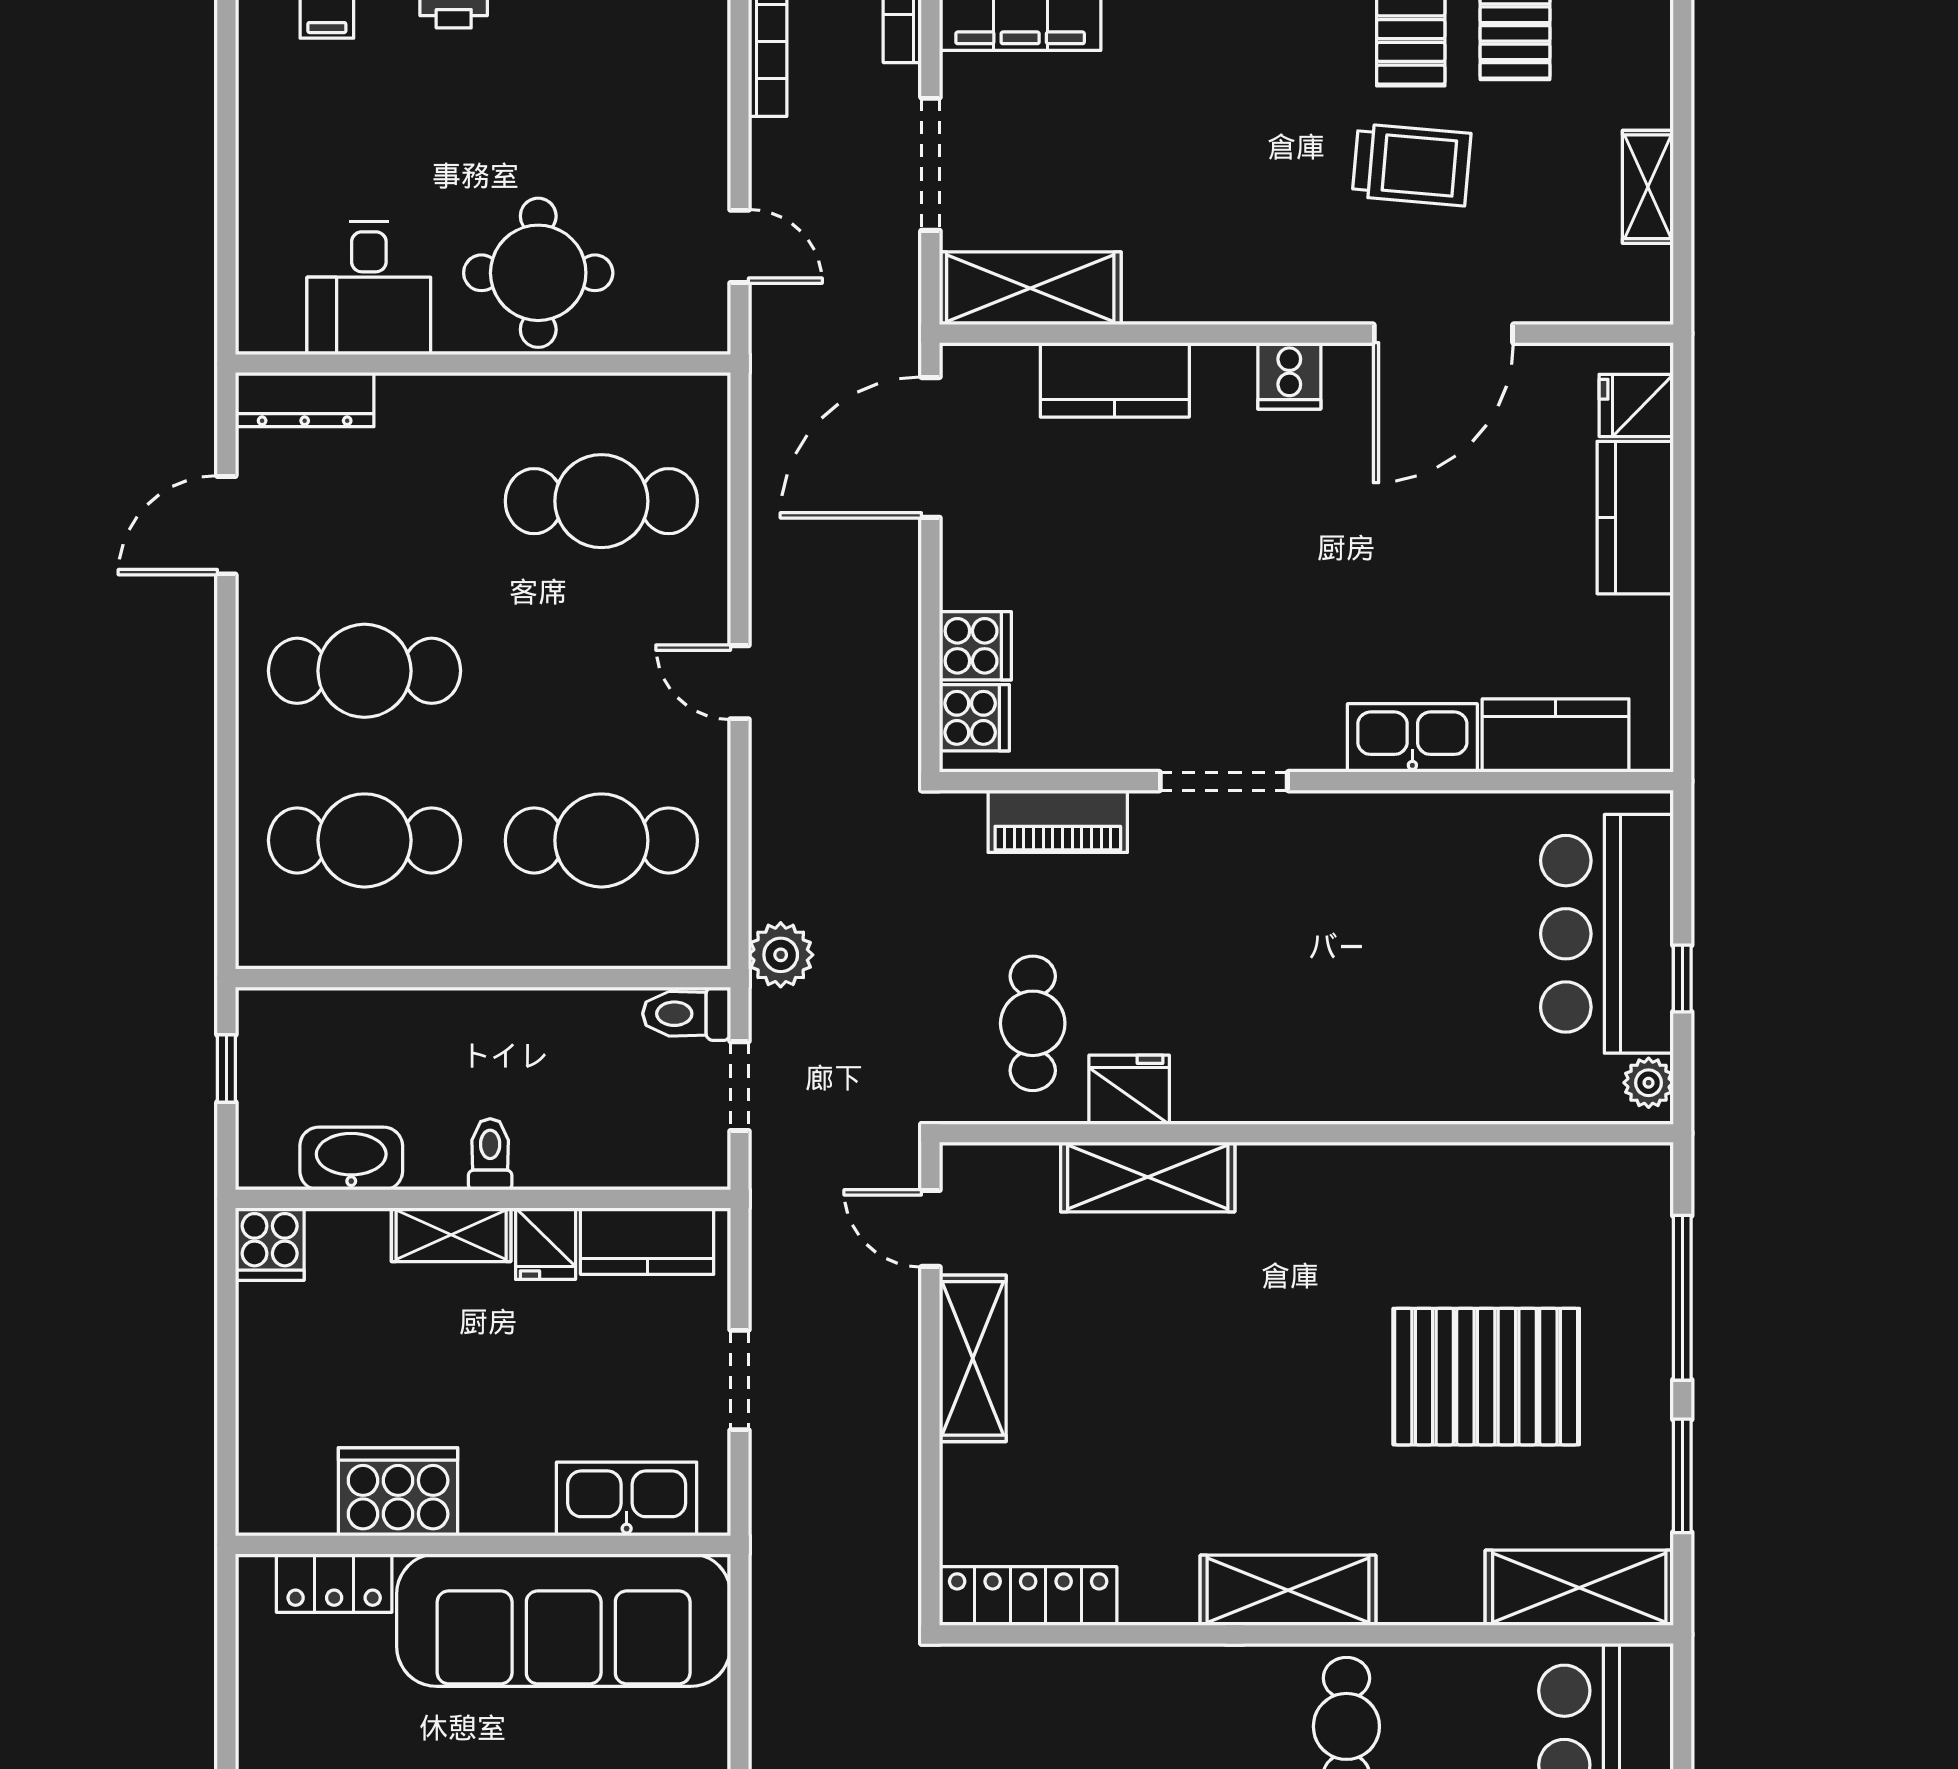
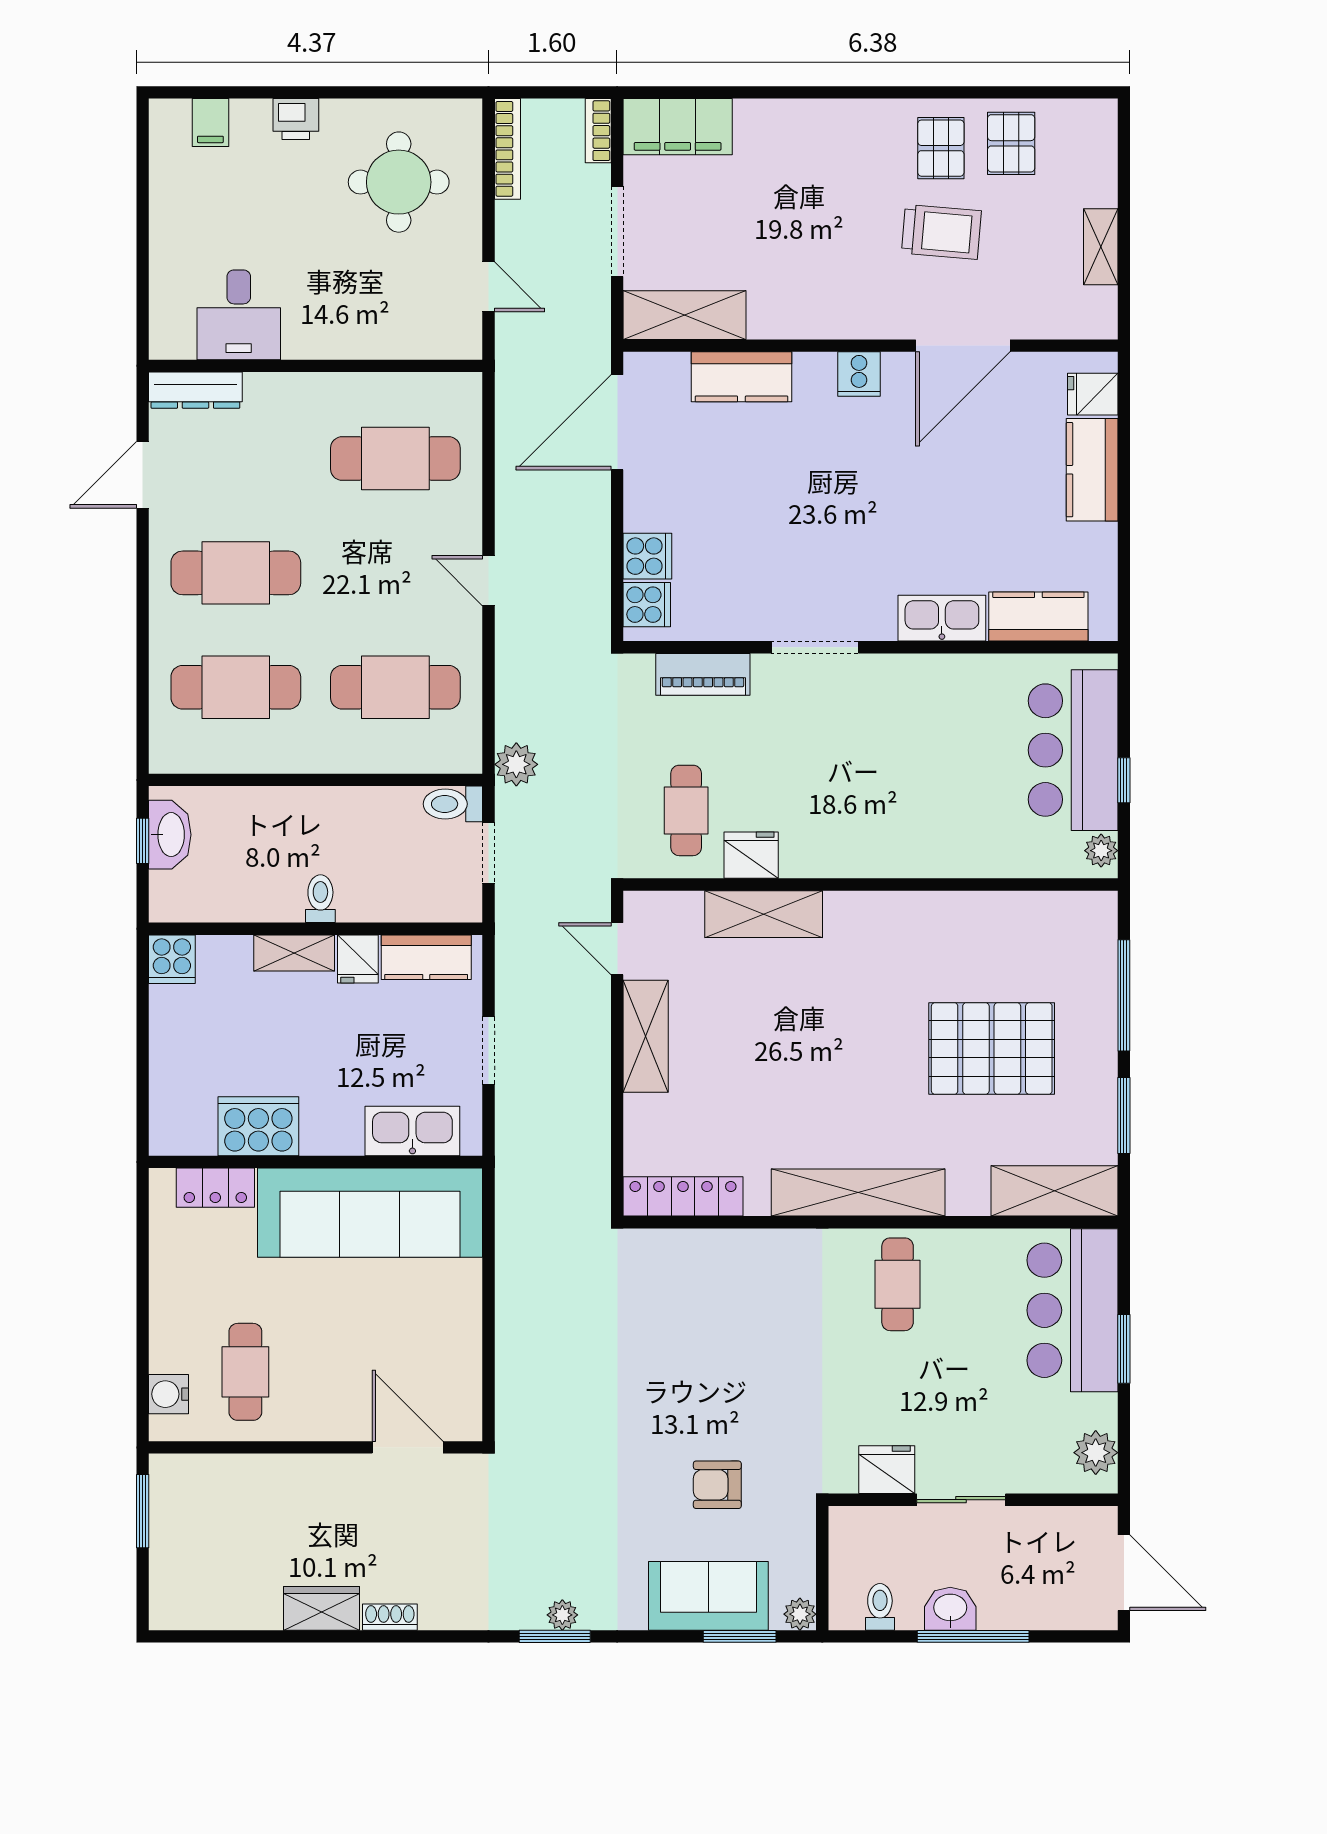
round table: (538, 273) -> (399, 182), moved
washbasin: (351, 1159) -> (170, 835), moved, turned 90
shelving: (1288, 1590) -> (858, 1193), width x1.47

